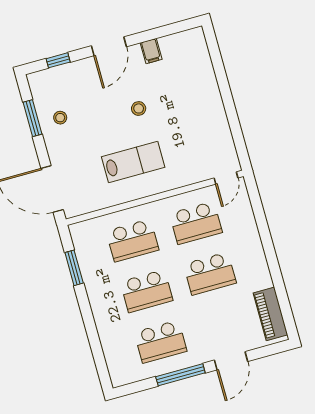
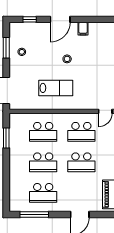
window: (180, 375) -> (34, 214), moved

